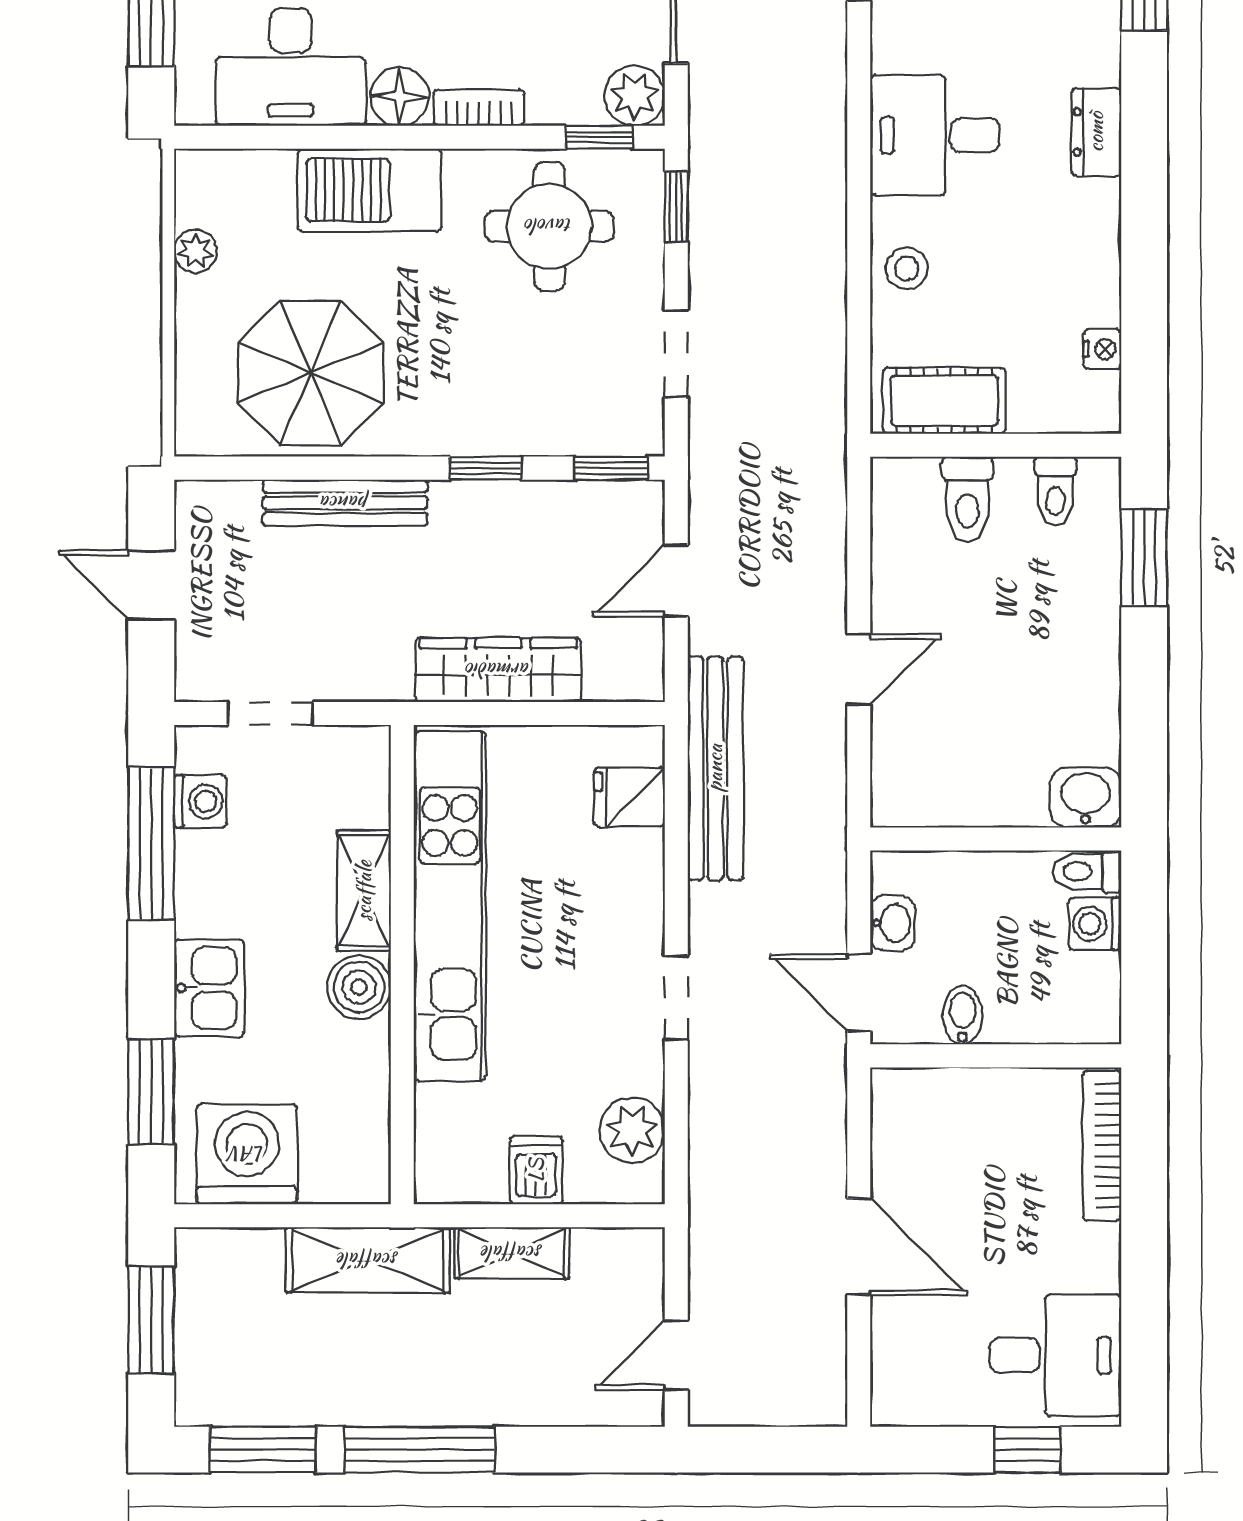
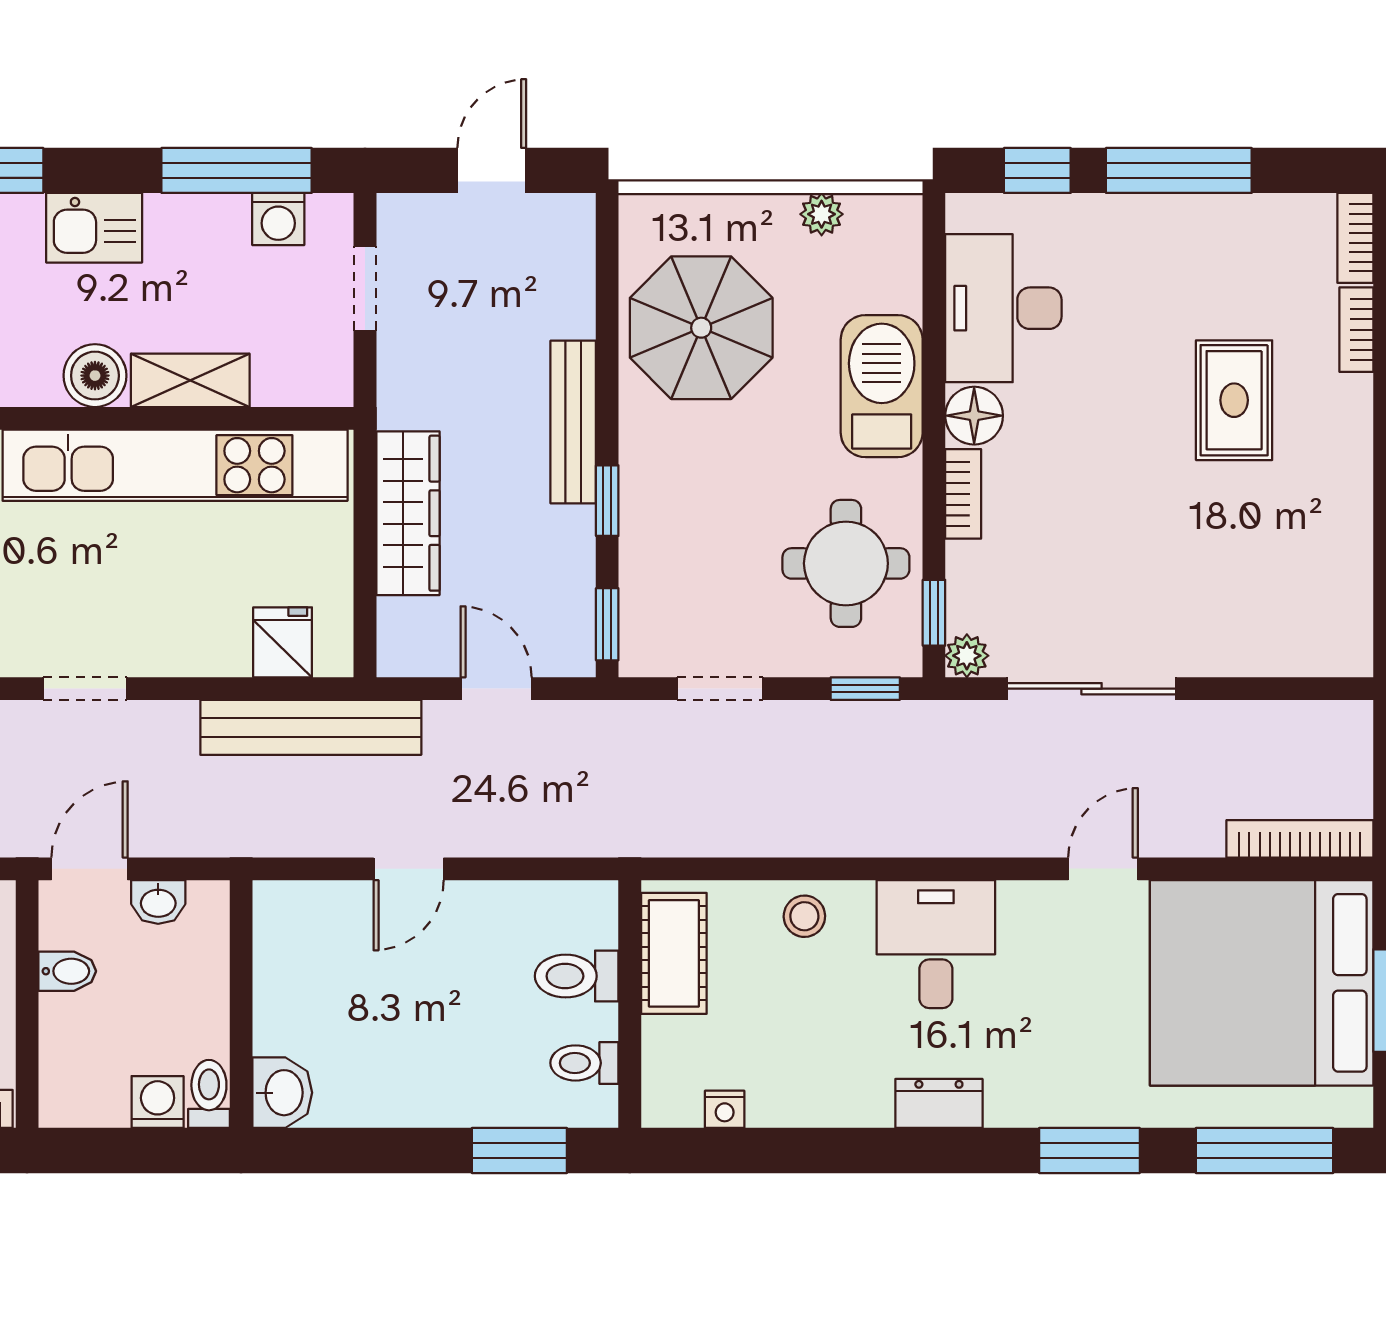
plant: (635, 96) -> (967, 656), width x0.73, depth x0.73
bench: (345, 503) -> (573, 422), moved
door: (859, 669) -> (409, 869), hinge flipped

